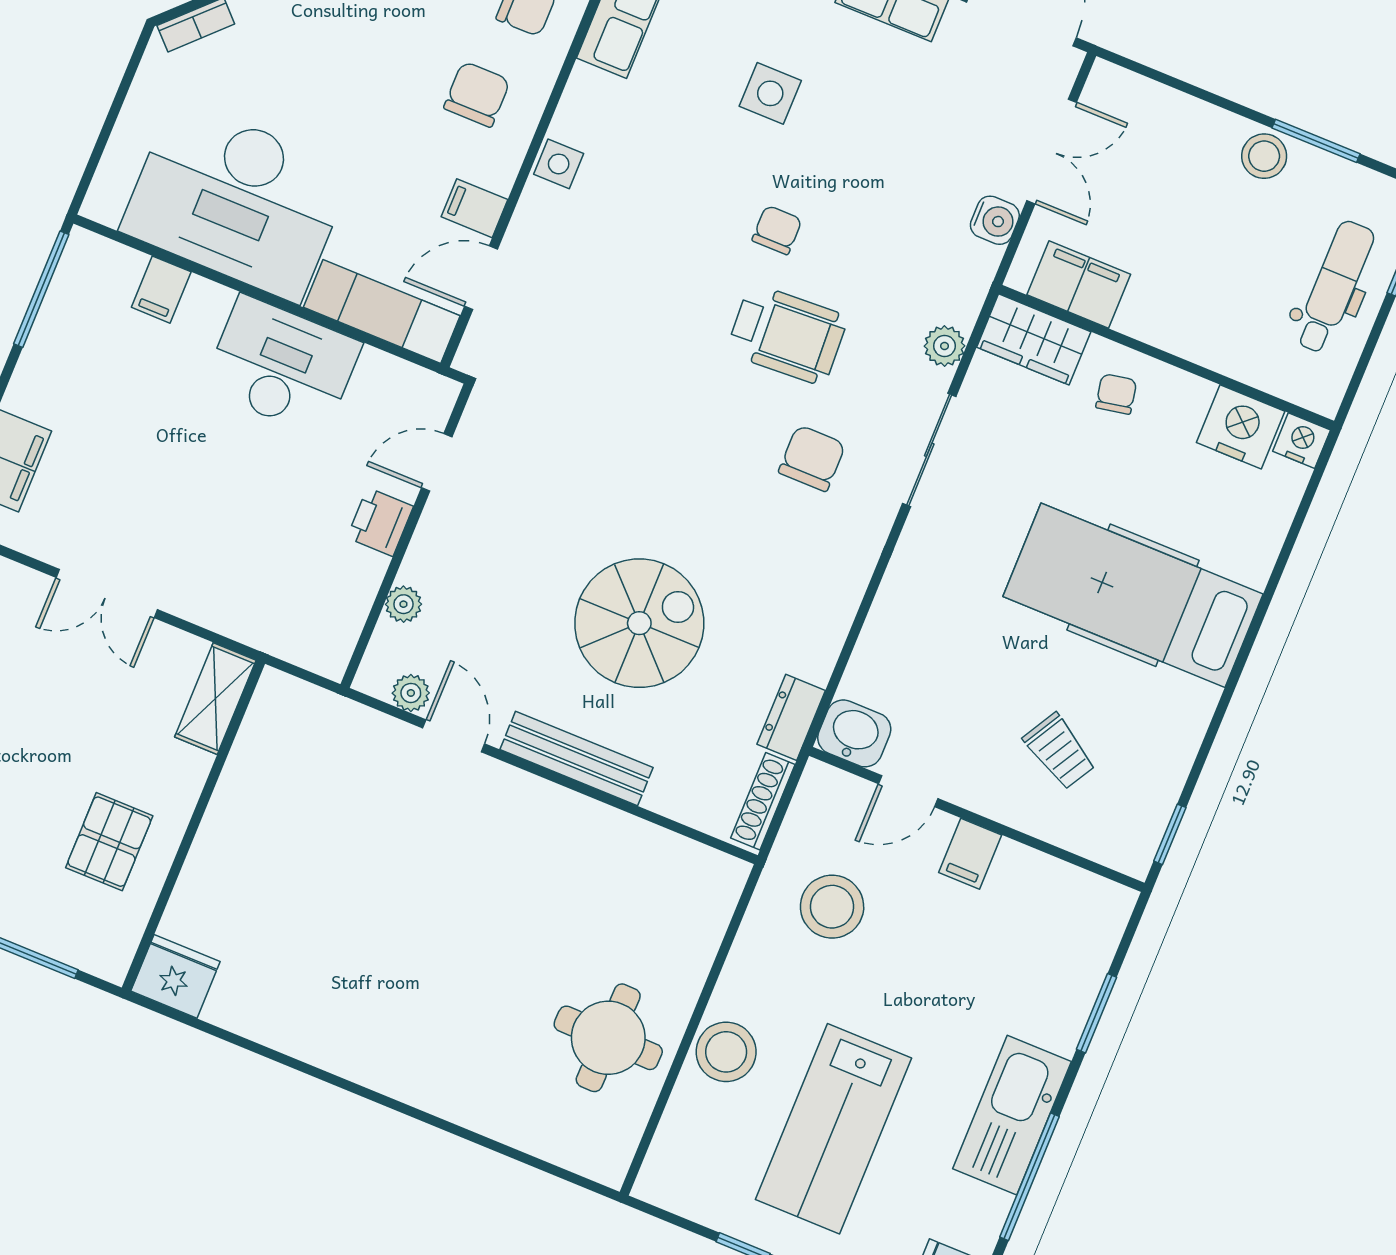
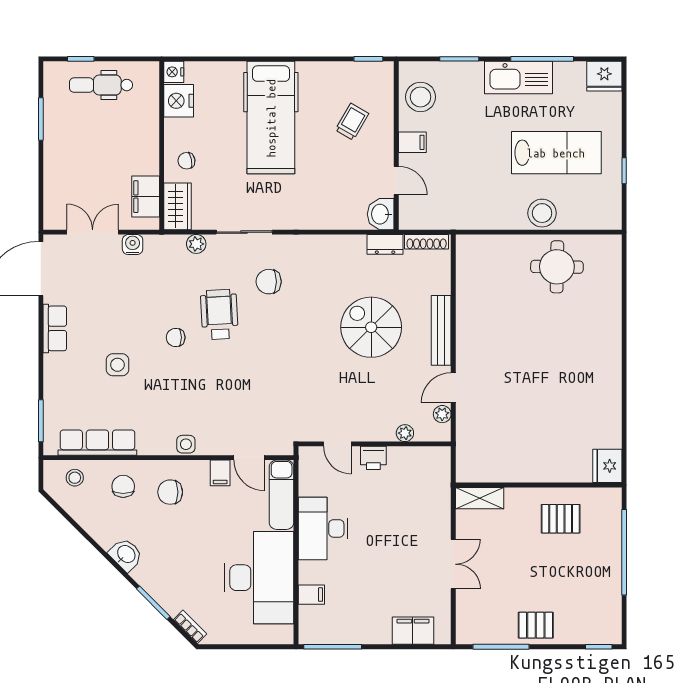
stool: (1264, 156) -> (57, 139), removed
stool: (832, 907) -> (421, 97), moved

